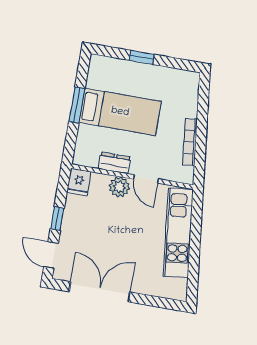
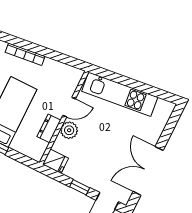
bookcase: (190, 142) -> (25, 54), moved

